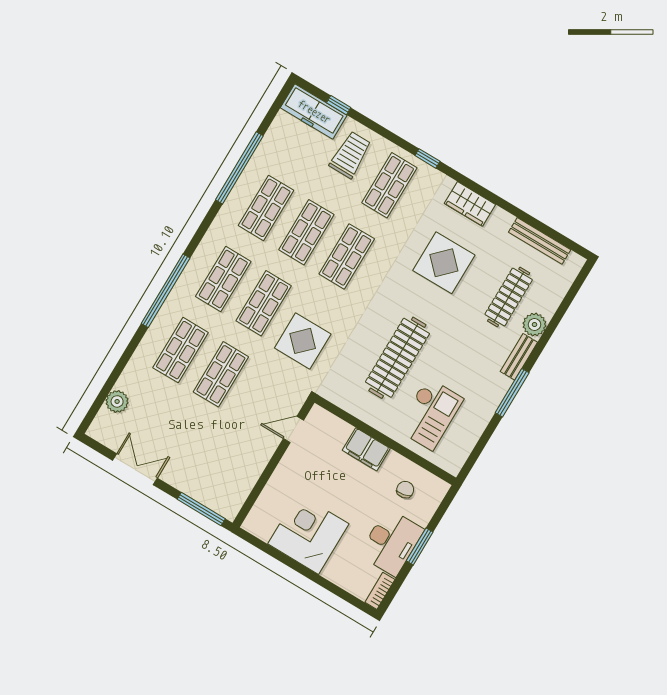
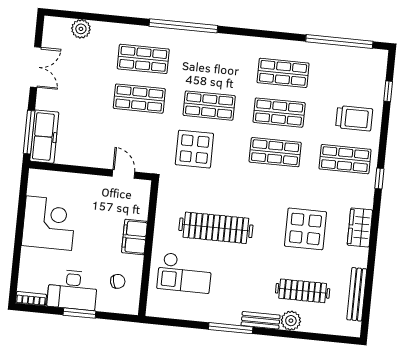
freezer: (314, 112) -> (44, 137), moved, turned 180
window: (239, 168) -> (339, 41), moved
shop shelf: (223, 279) -> (213, 66), removed

